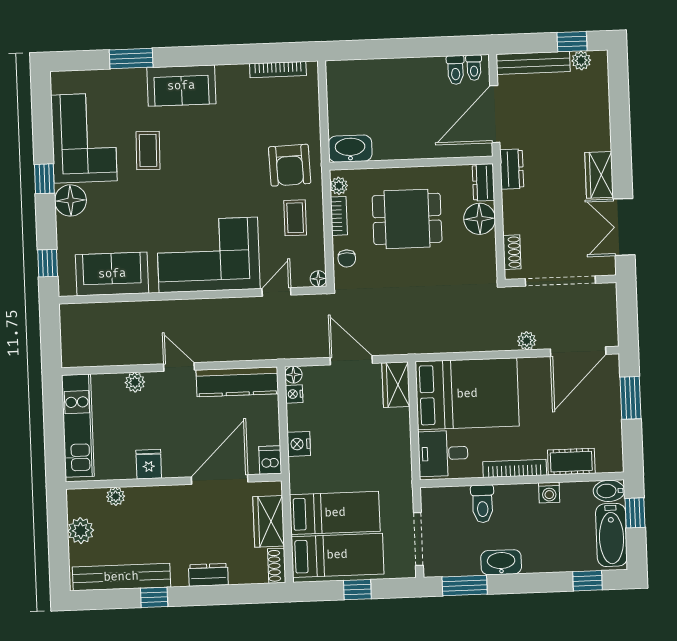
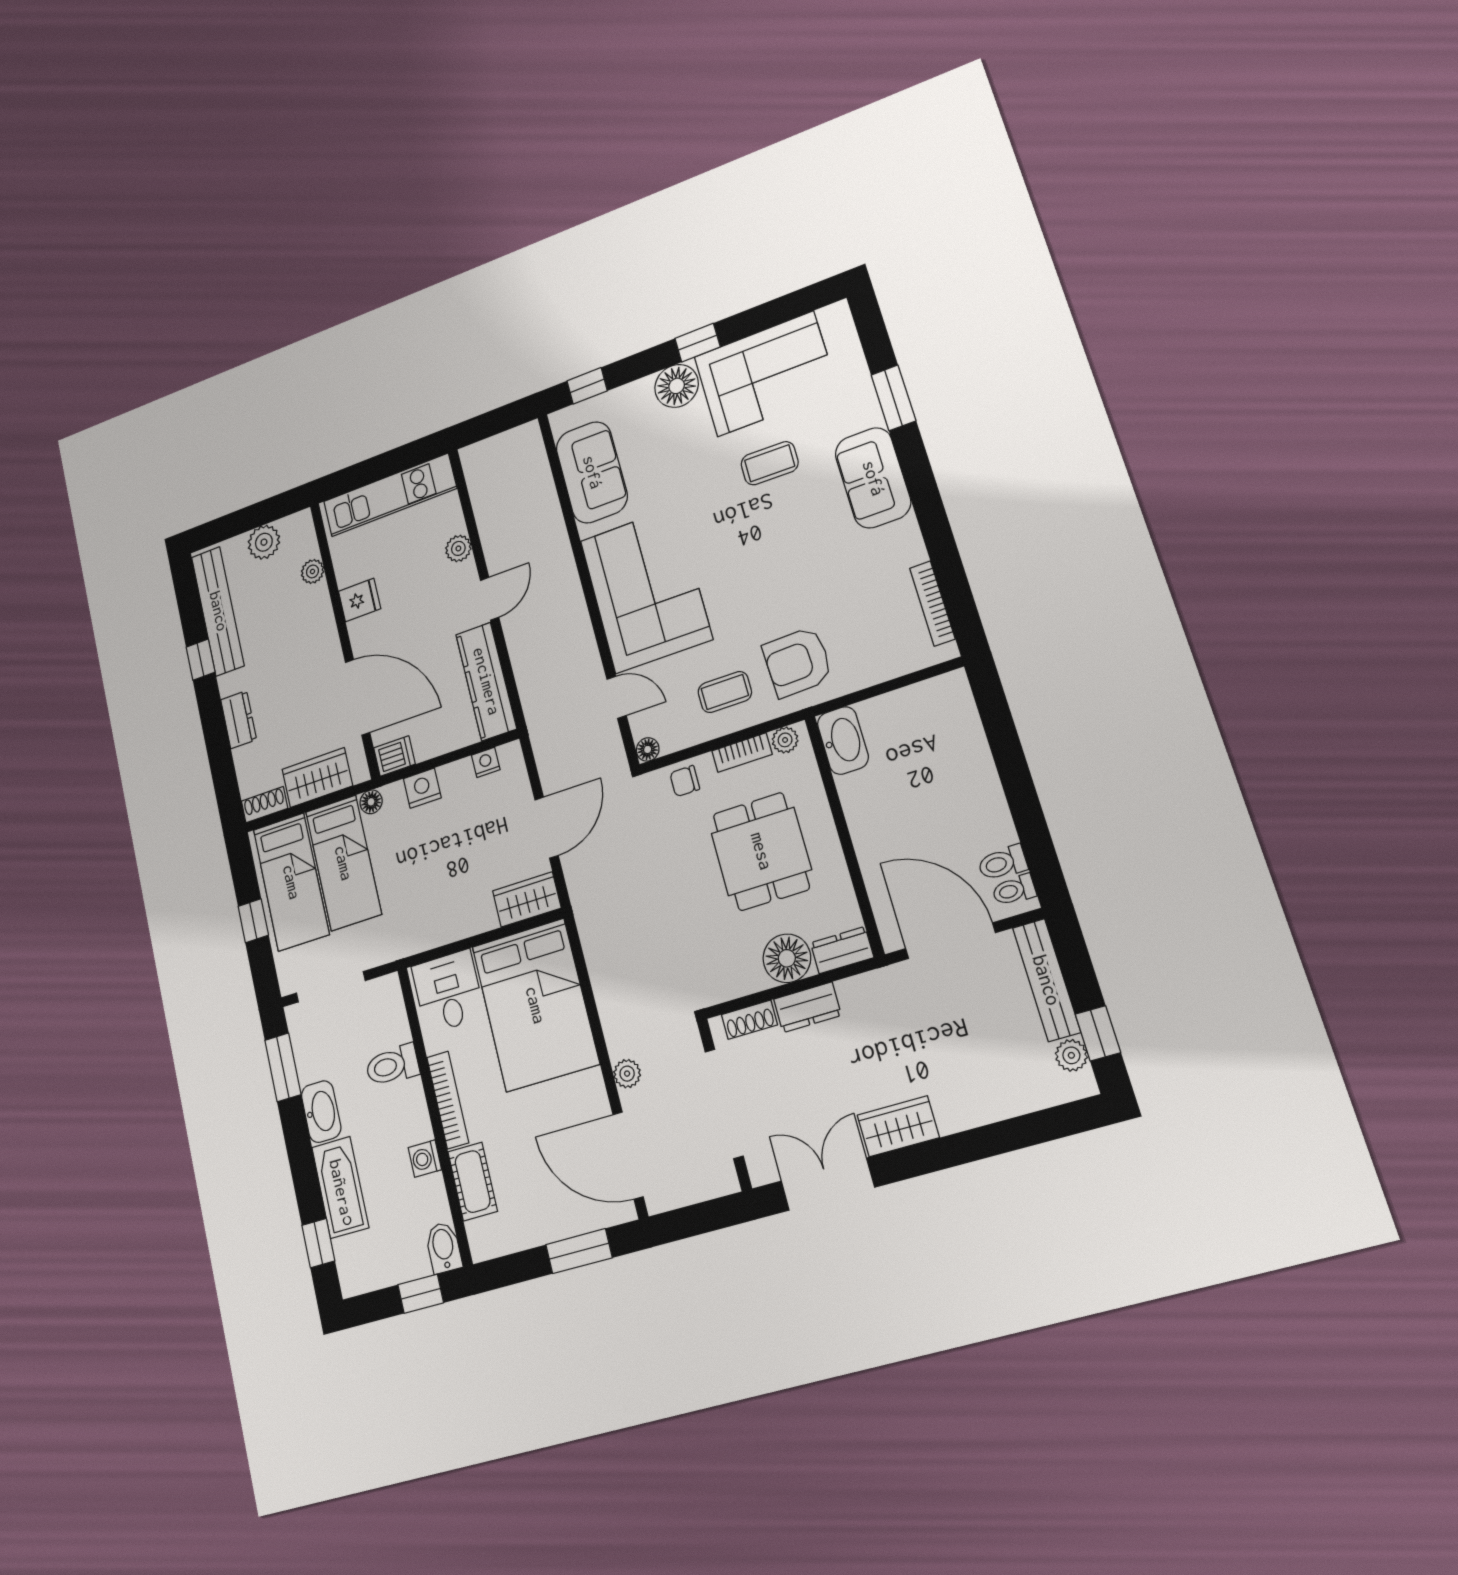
dresser: (512, 169) -> (807, 1007), moved
floor lamp: (293, 375) -> (371, 802), moved
bathtub: (611, 535) -> (340, 1187), moved, turned 90

